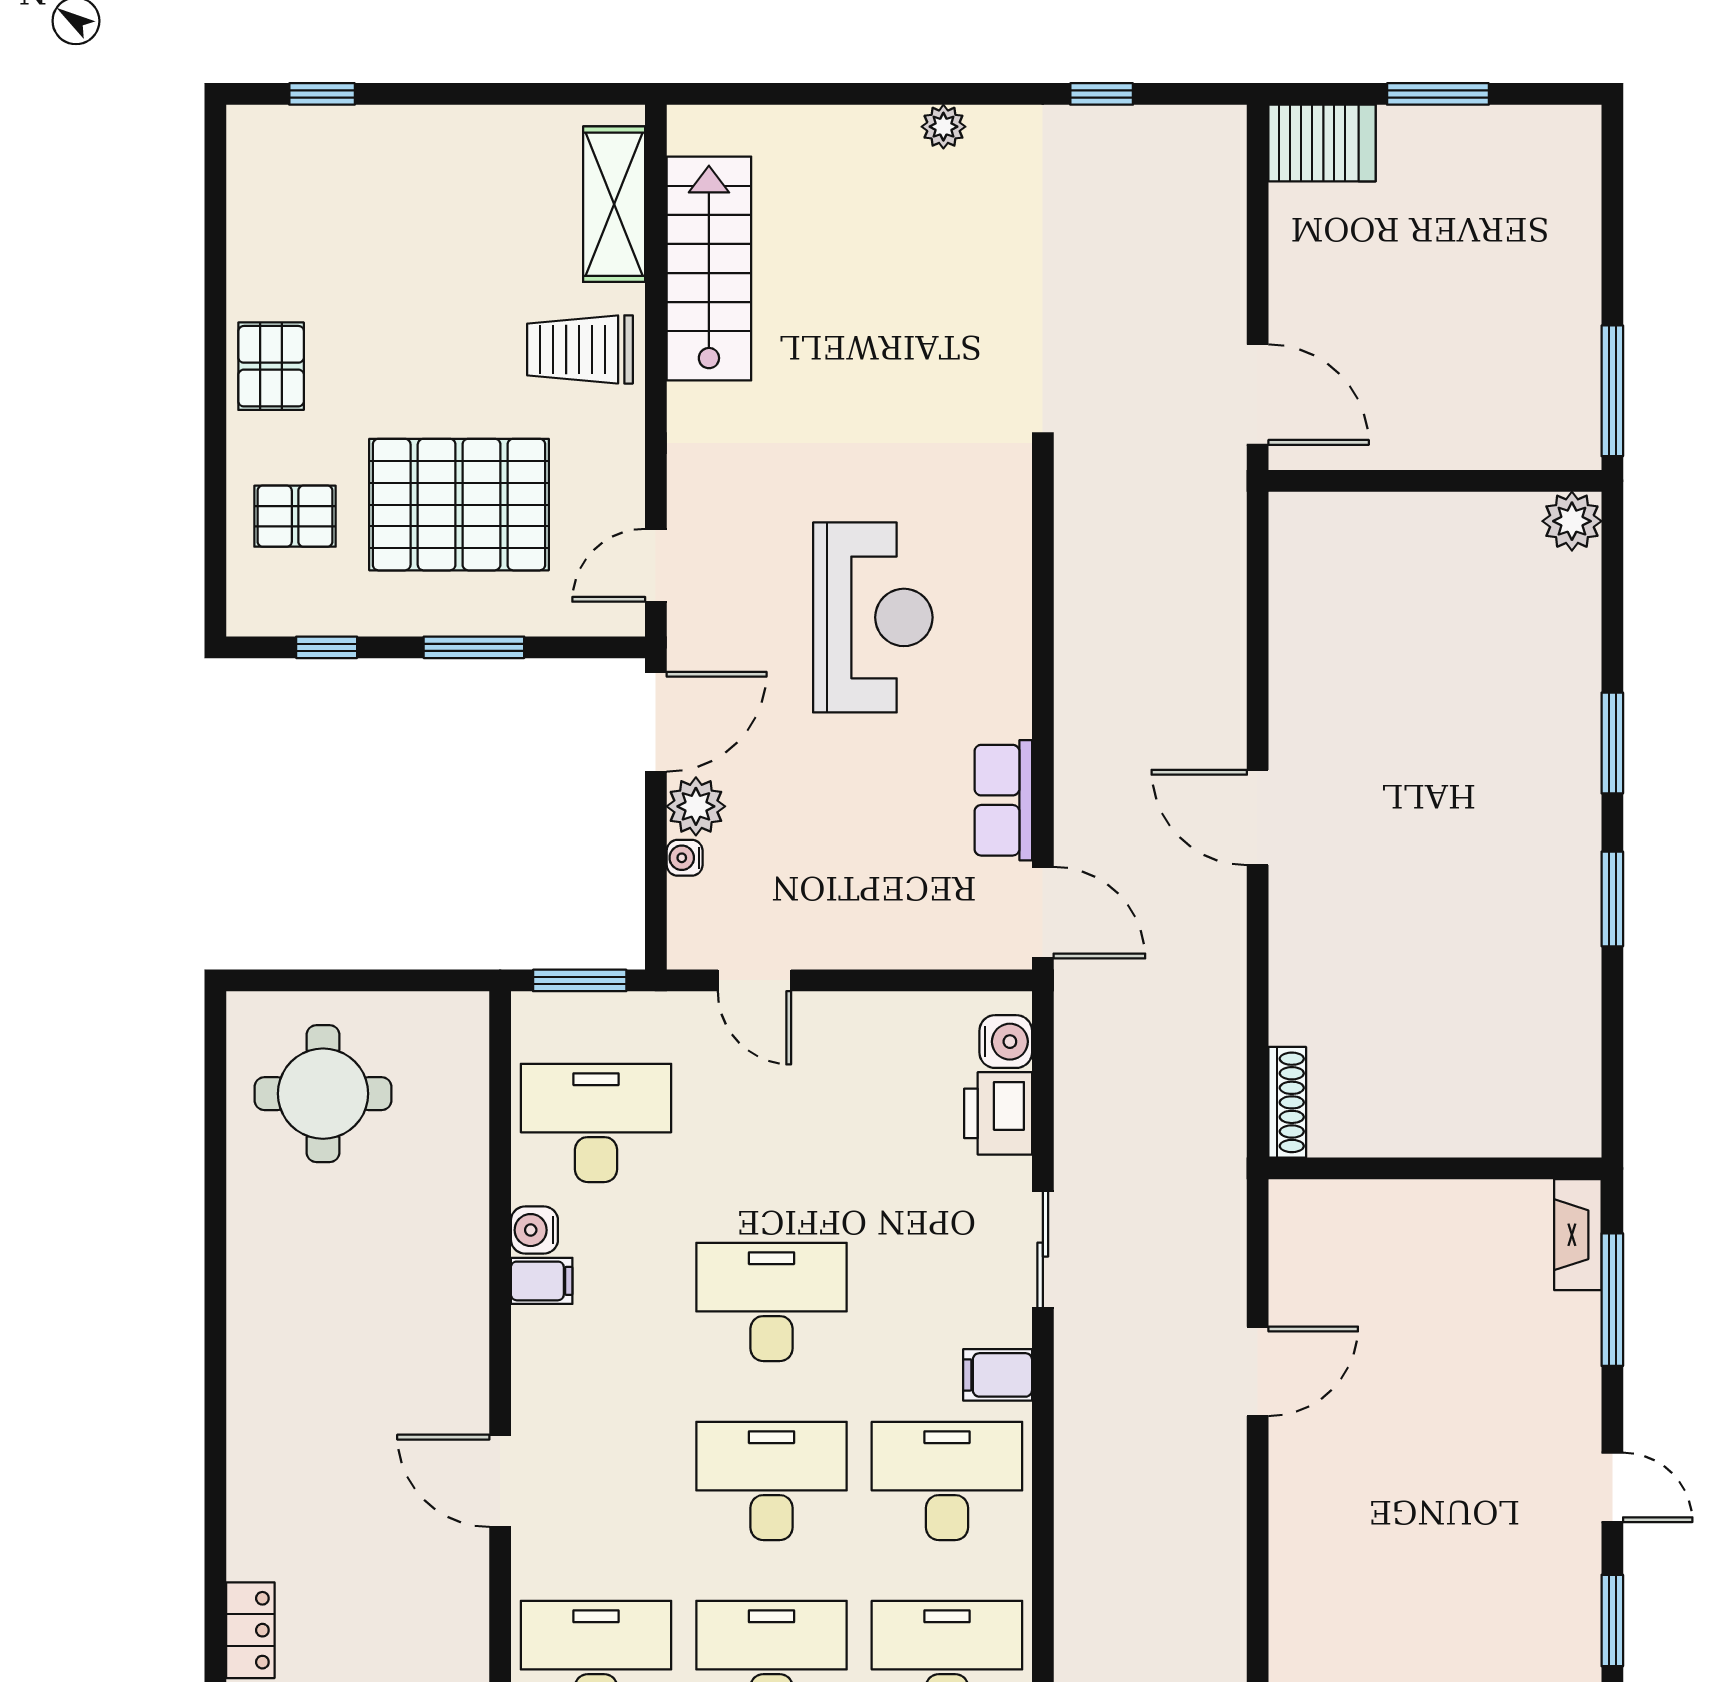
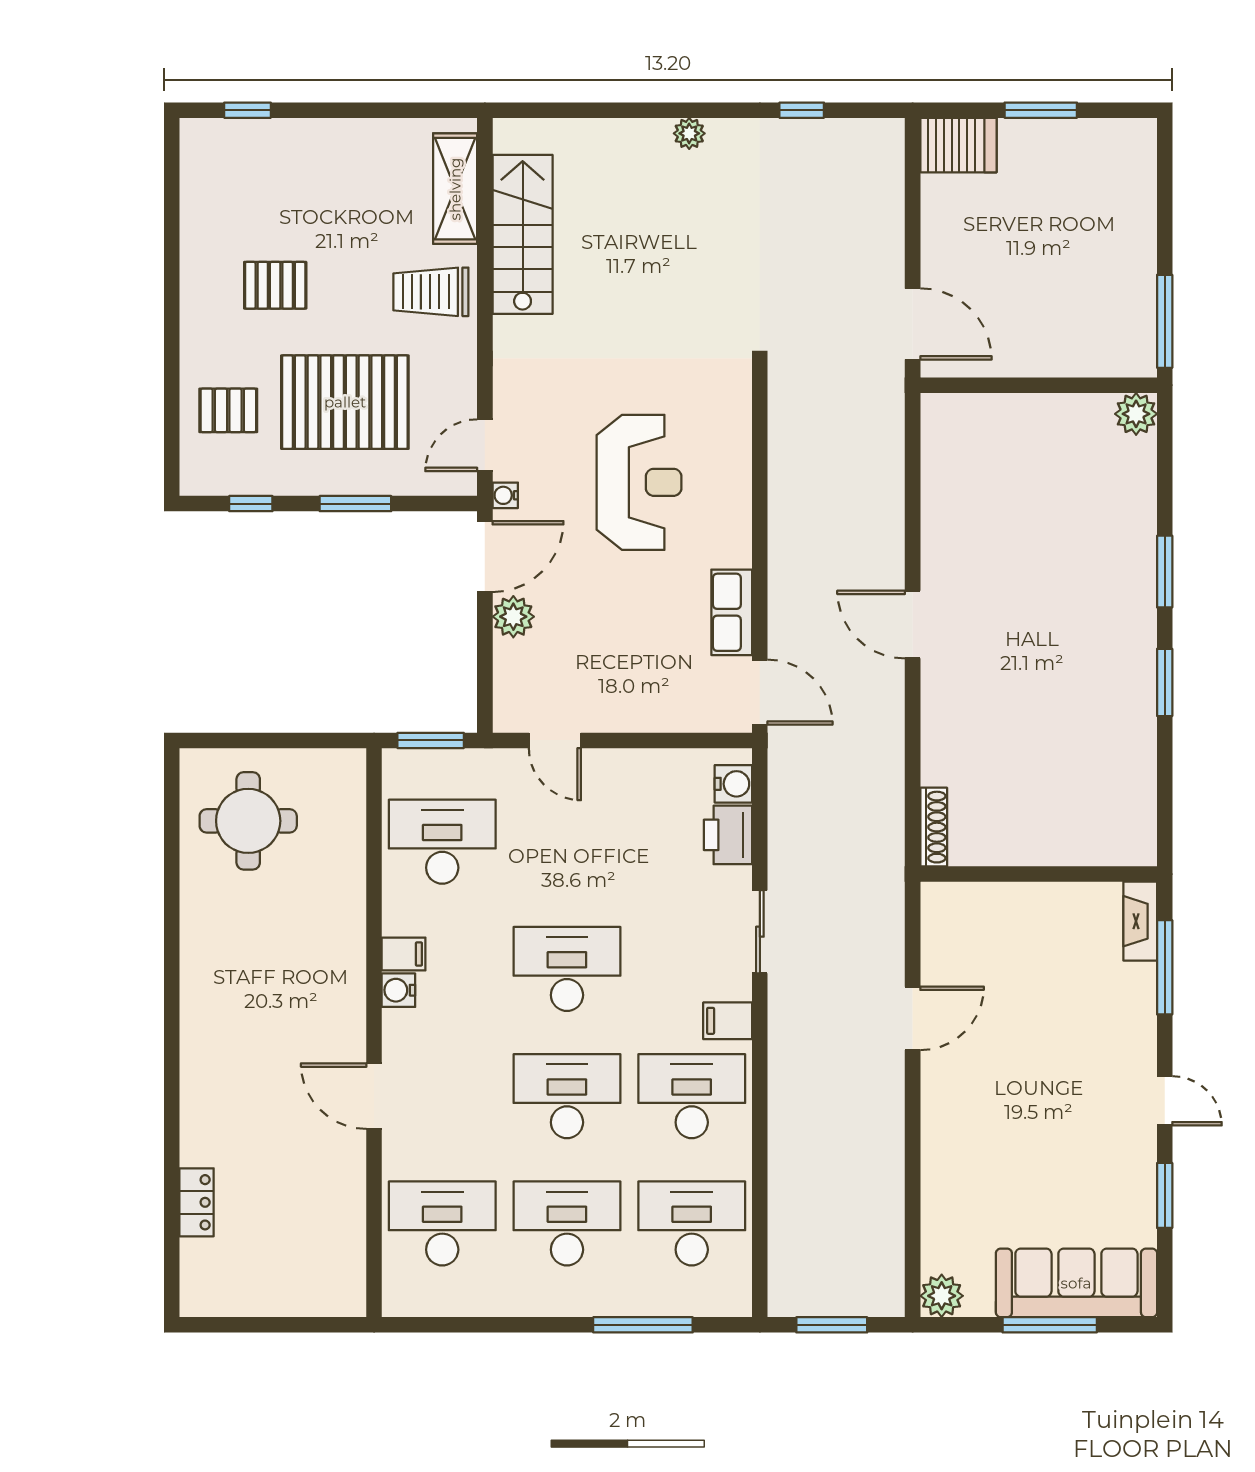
pallet: (271, 366) -> (275, 285), moved, turned 90
water cooler: (685, 858) -> (505, 495), moved
water cooler: (534, 1230) -> (398, 990), moved

